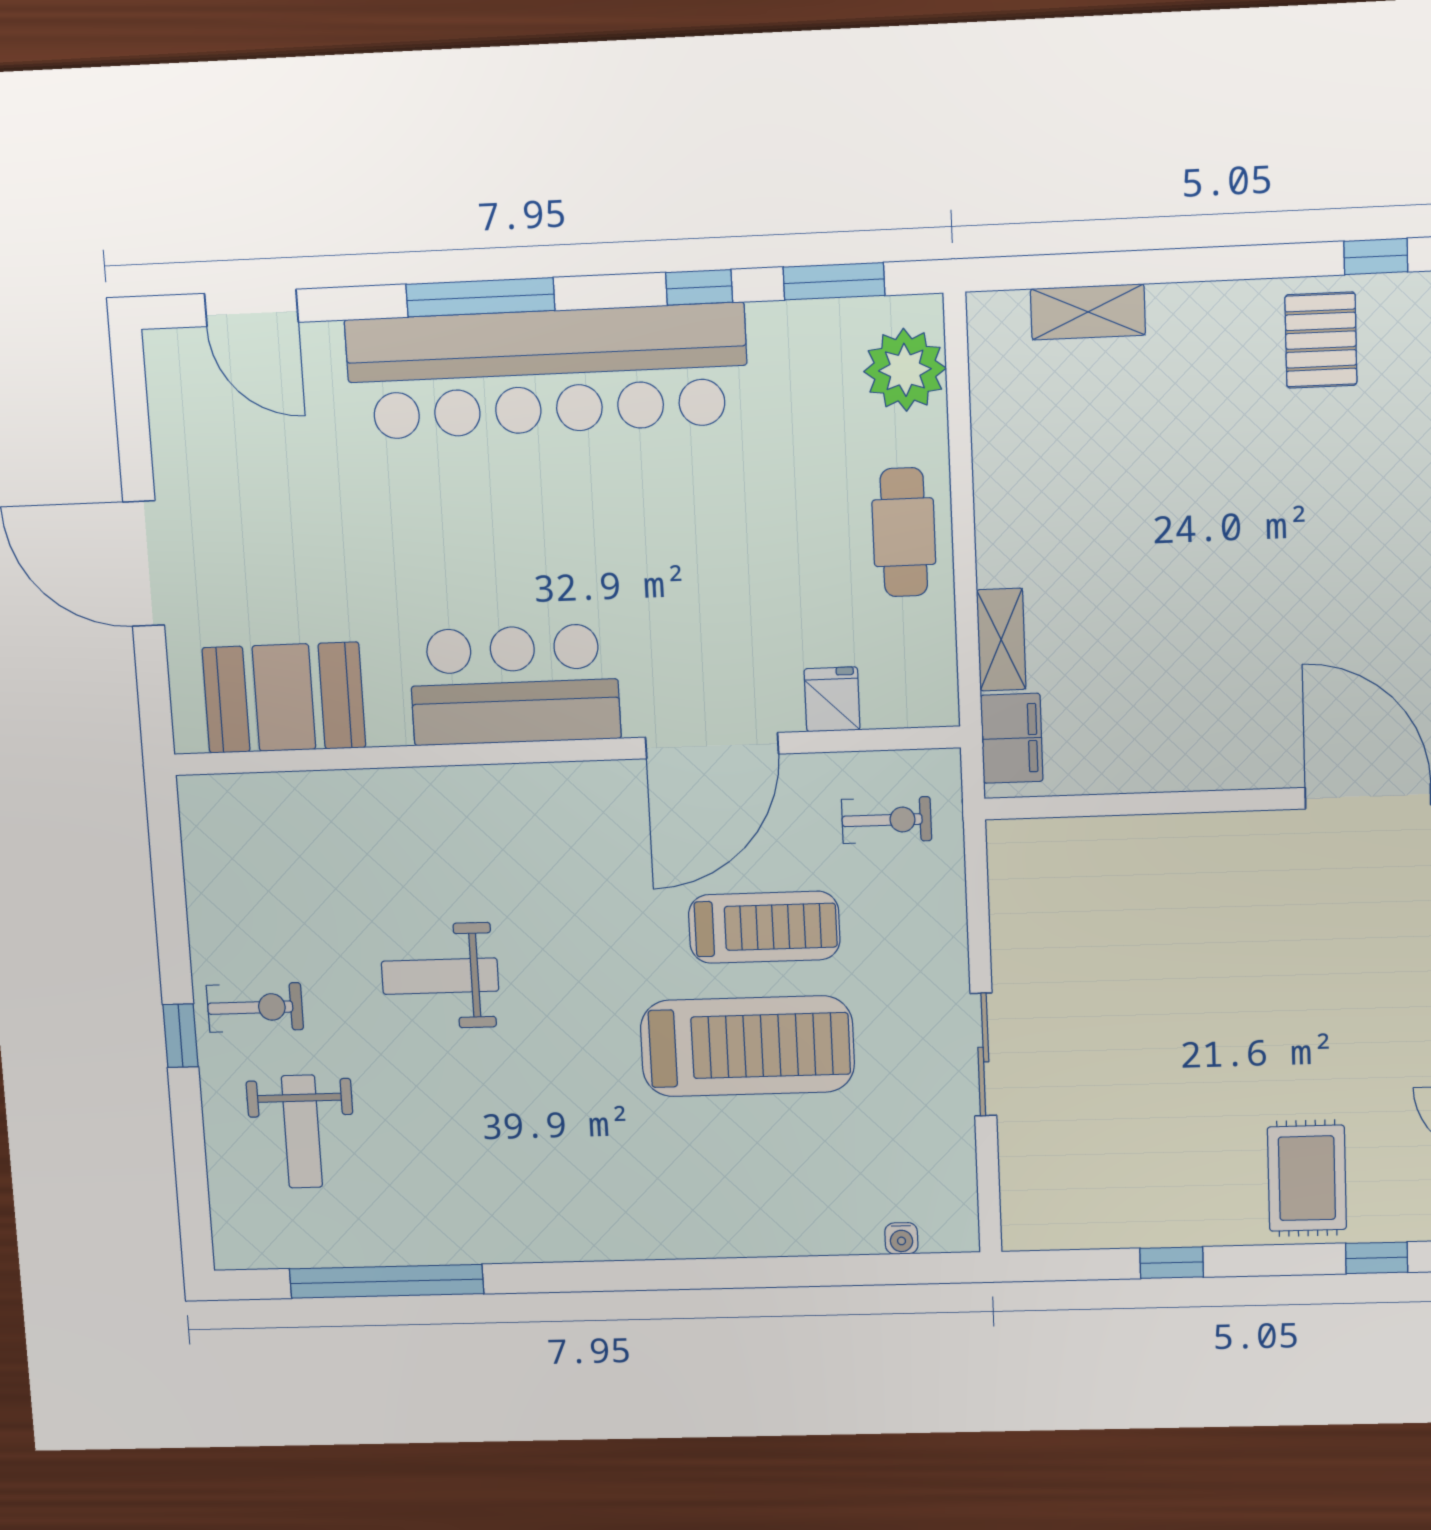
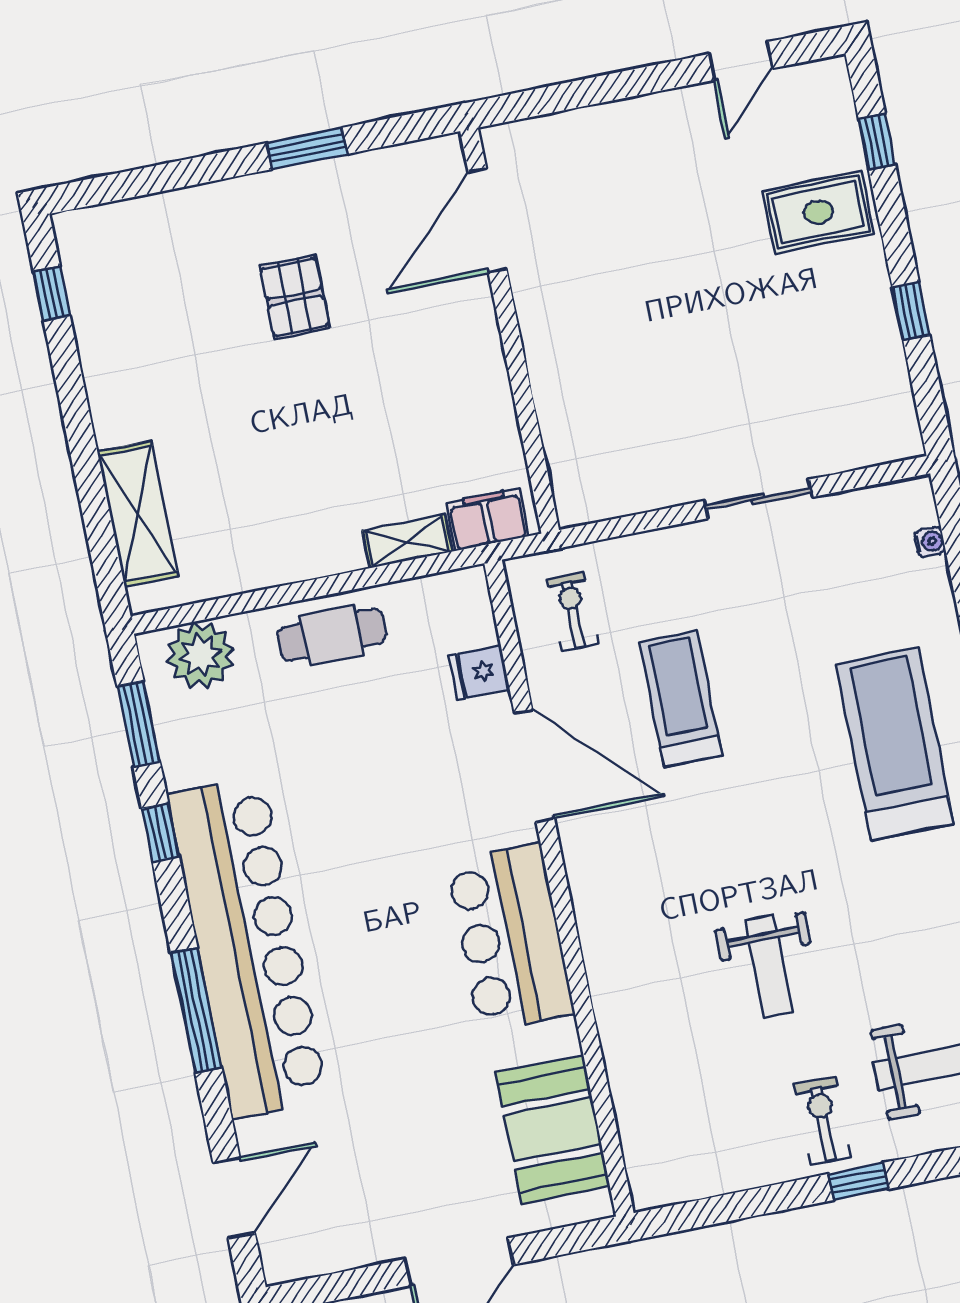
shelving: (1088, 312) -> (138, 514), width x1.50, depth x1.33
pallet: (1321, 340) -> (295, 297), moved, turned 90
treadmill: (747, 1046) -> (895, 744), moved

